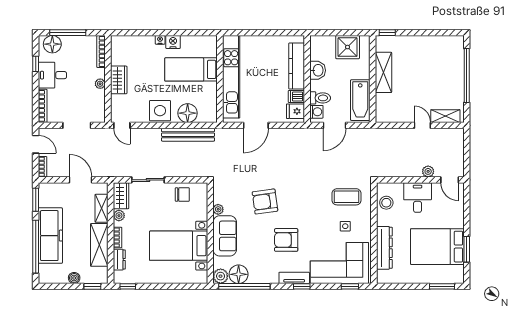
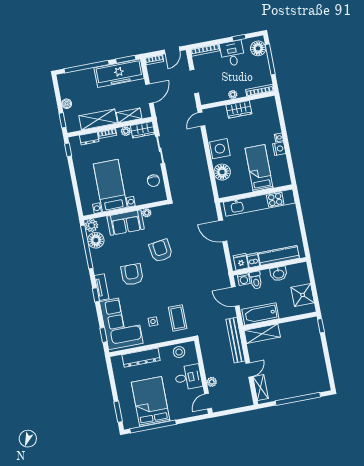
shelving: (383, 72) -> (262, 334), moved
bench: (188, 135) -> (236, 340), moved
freezer: (50, 236) -> (119, 73), moved
window: (467, 249) -> (153, 426), width x2.11

